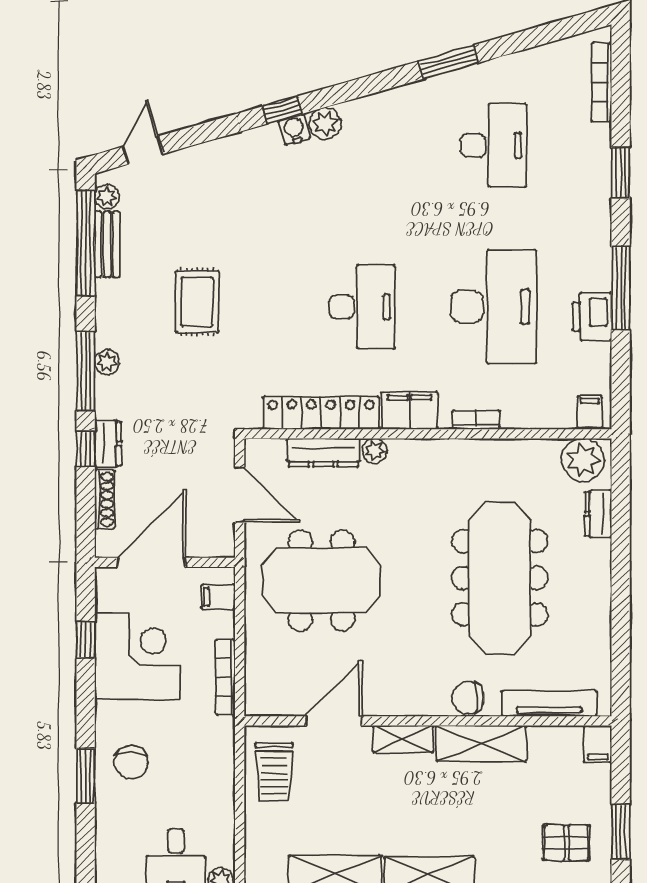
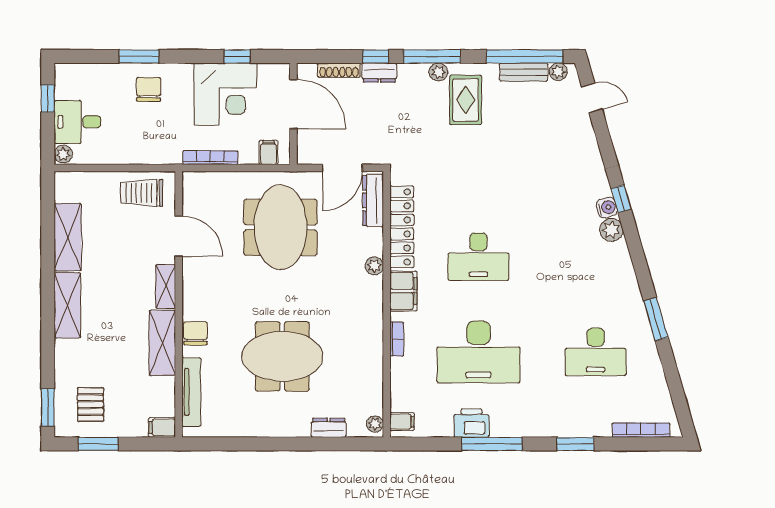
rug: (197, 302) -> (466, 100), moved, turned 90
dresser: (323, 453) -> (373, 200), moved
plant: (583, 460) -> (375, 424), width x0.53, depth x0.53
meeting table: (500, 578) -> (282, 356), width x0.73
chair: (131, 762) -> (149, 89), turned 90

